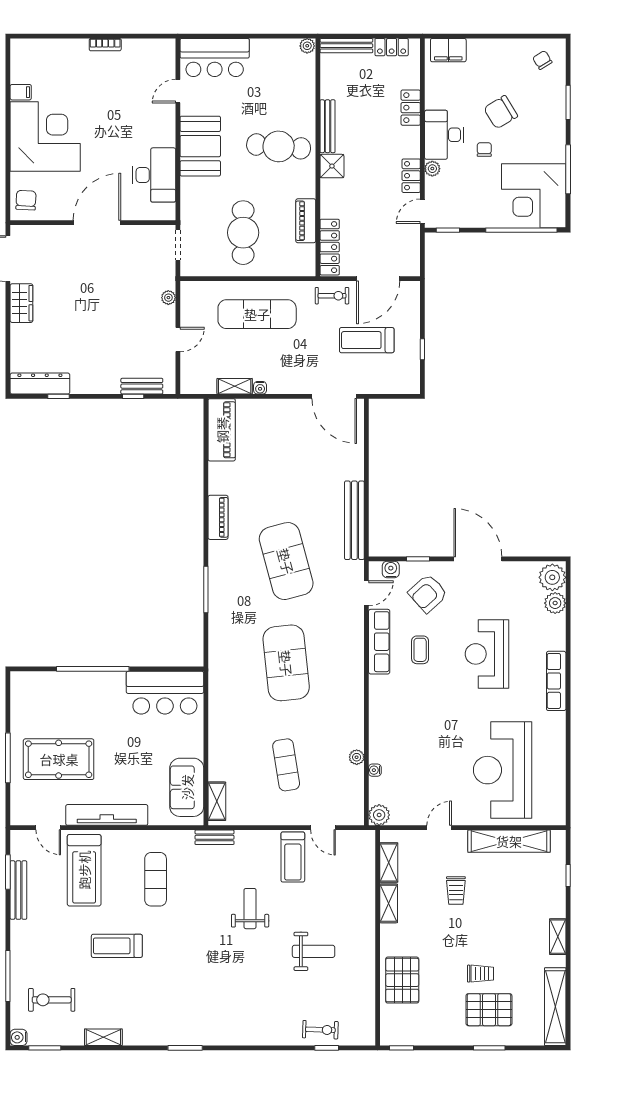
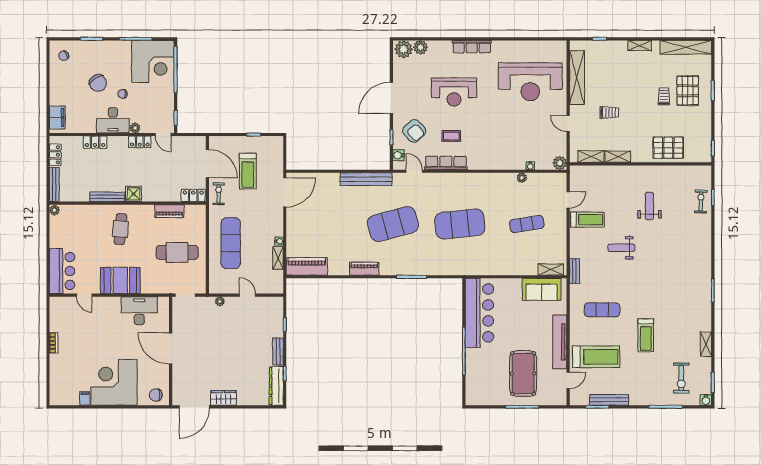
cafe table: (279, 146) -> (121, 229), width x0.73, depth x0.74
locker: (330, 247) -> (193, 195), width x0.66
bench: (142, 386) -> (278, 352), moved
bar counter: (165, 693) -> (479, 313), width x1.36

